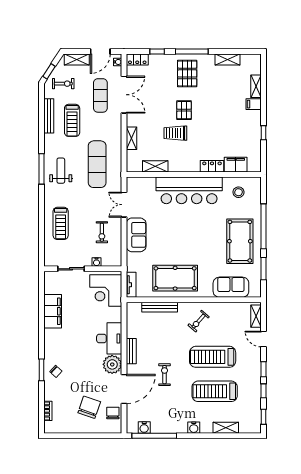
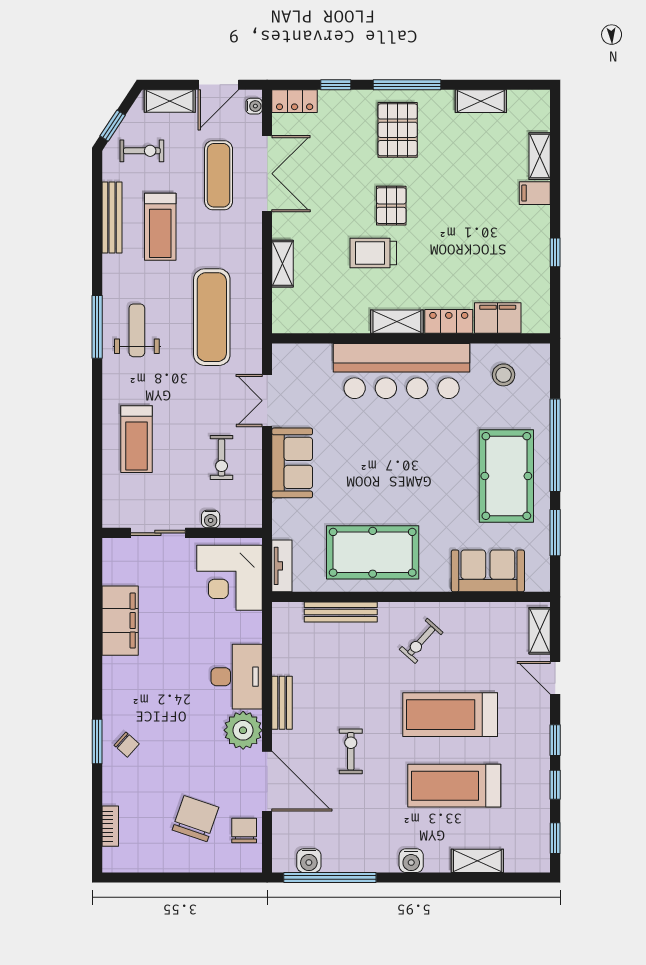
shelving: (155, 166) -> (397, 322), moved
door: (124, 389) -> (267, 781), hinge flipped

